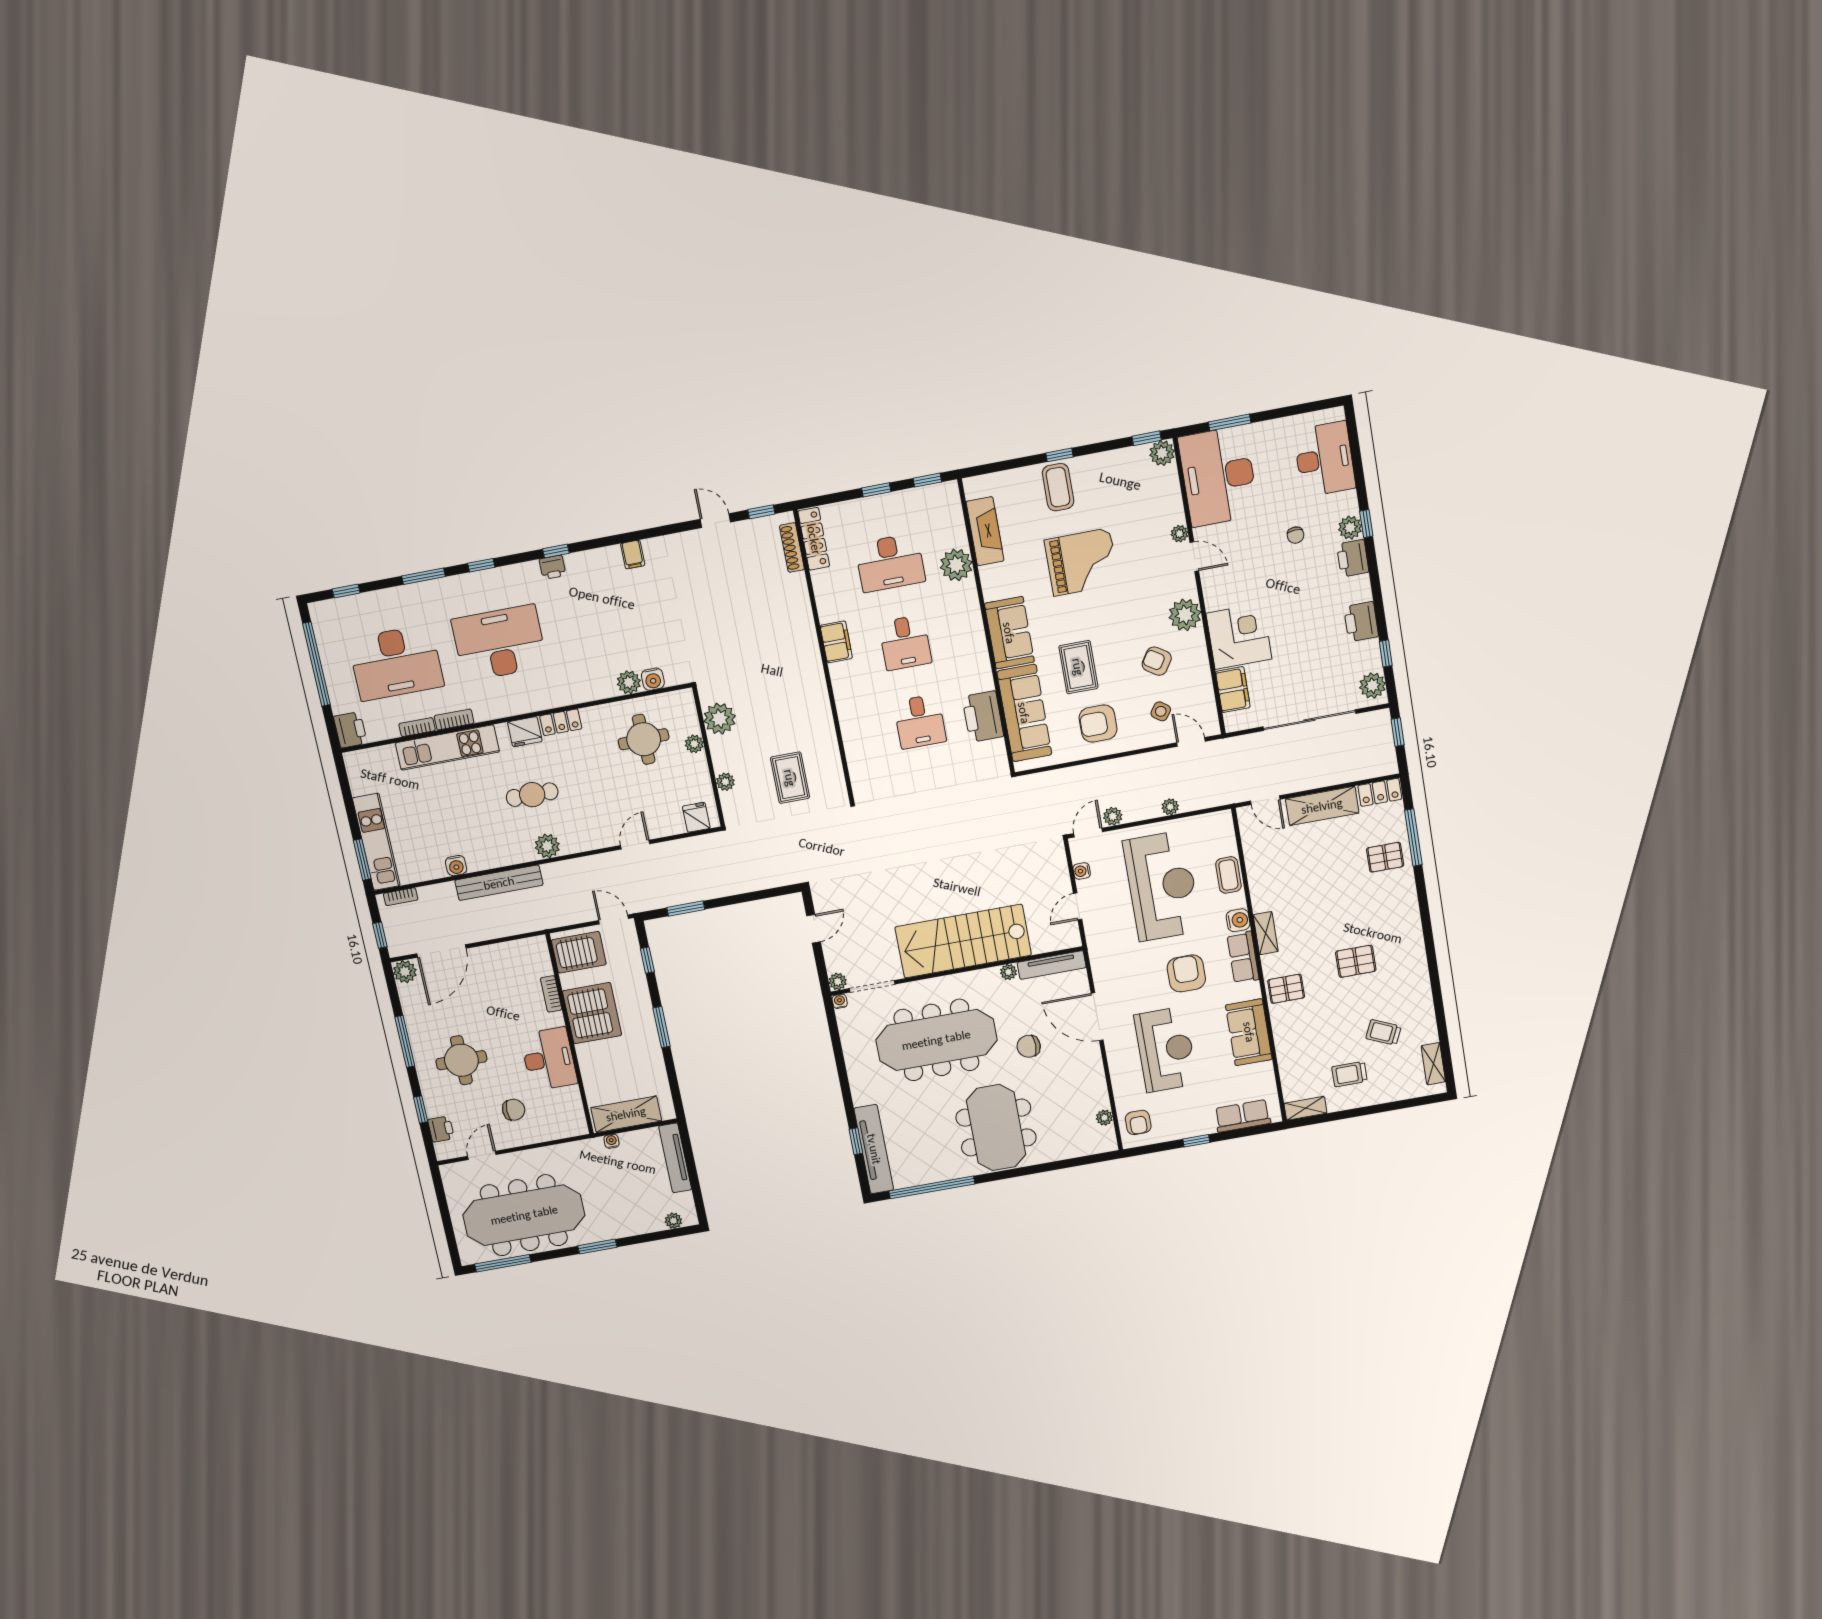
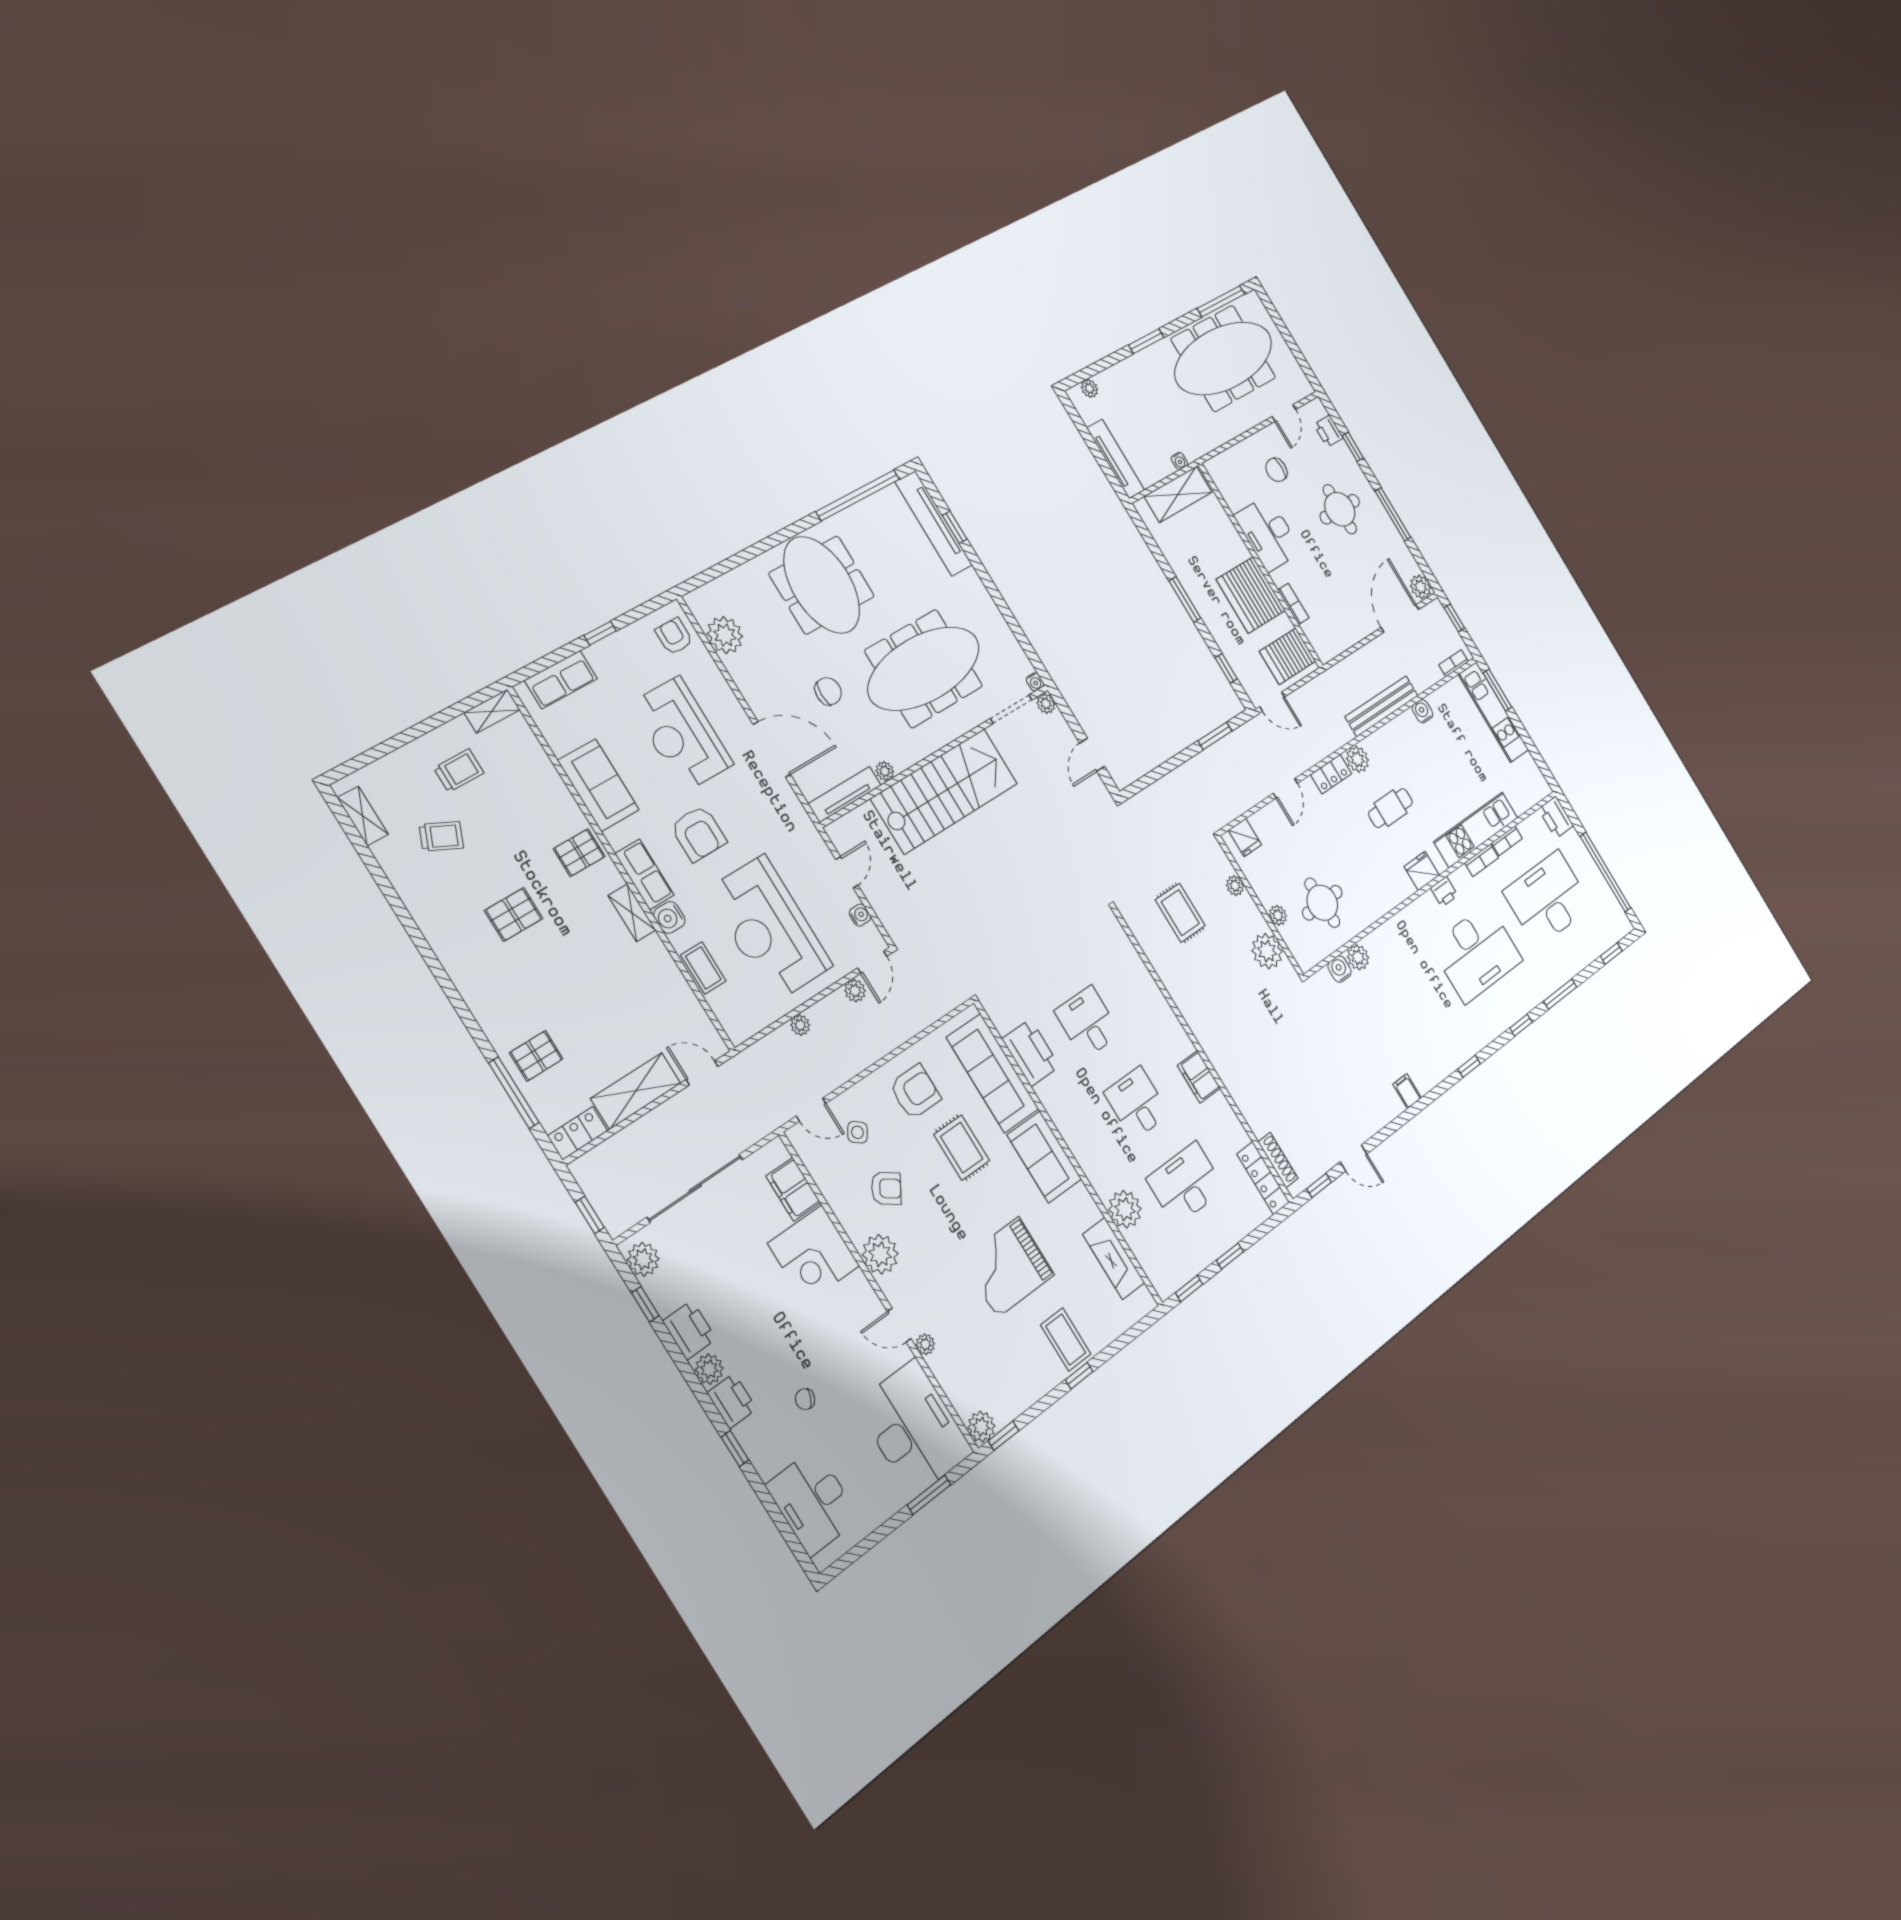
plant: (1350, 528) -> (709, 1369), moved
chair: (1296, 535) -> (805, 1399), turned -64
printer: (553, 567) -> (1444, 892), moved, turned 180
locker: (561, 722) -> (1331, 774), moved, turned 180
plant: (1104, 1118) -> (725, 635), width x1.87, depth x1.87

